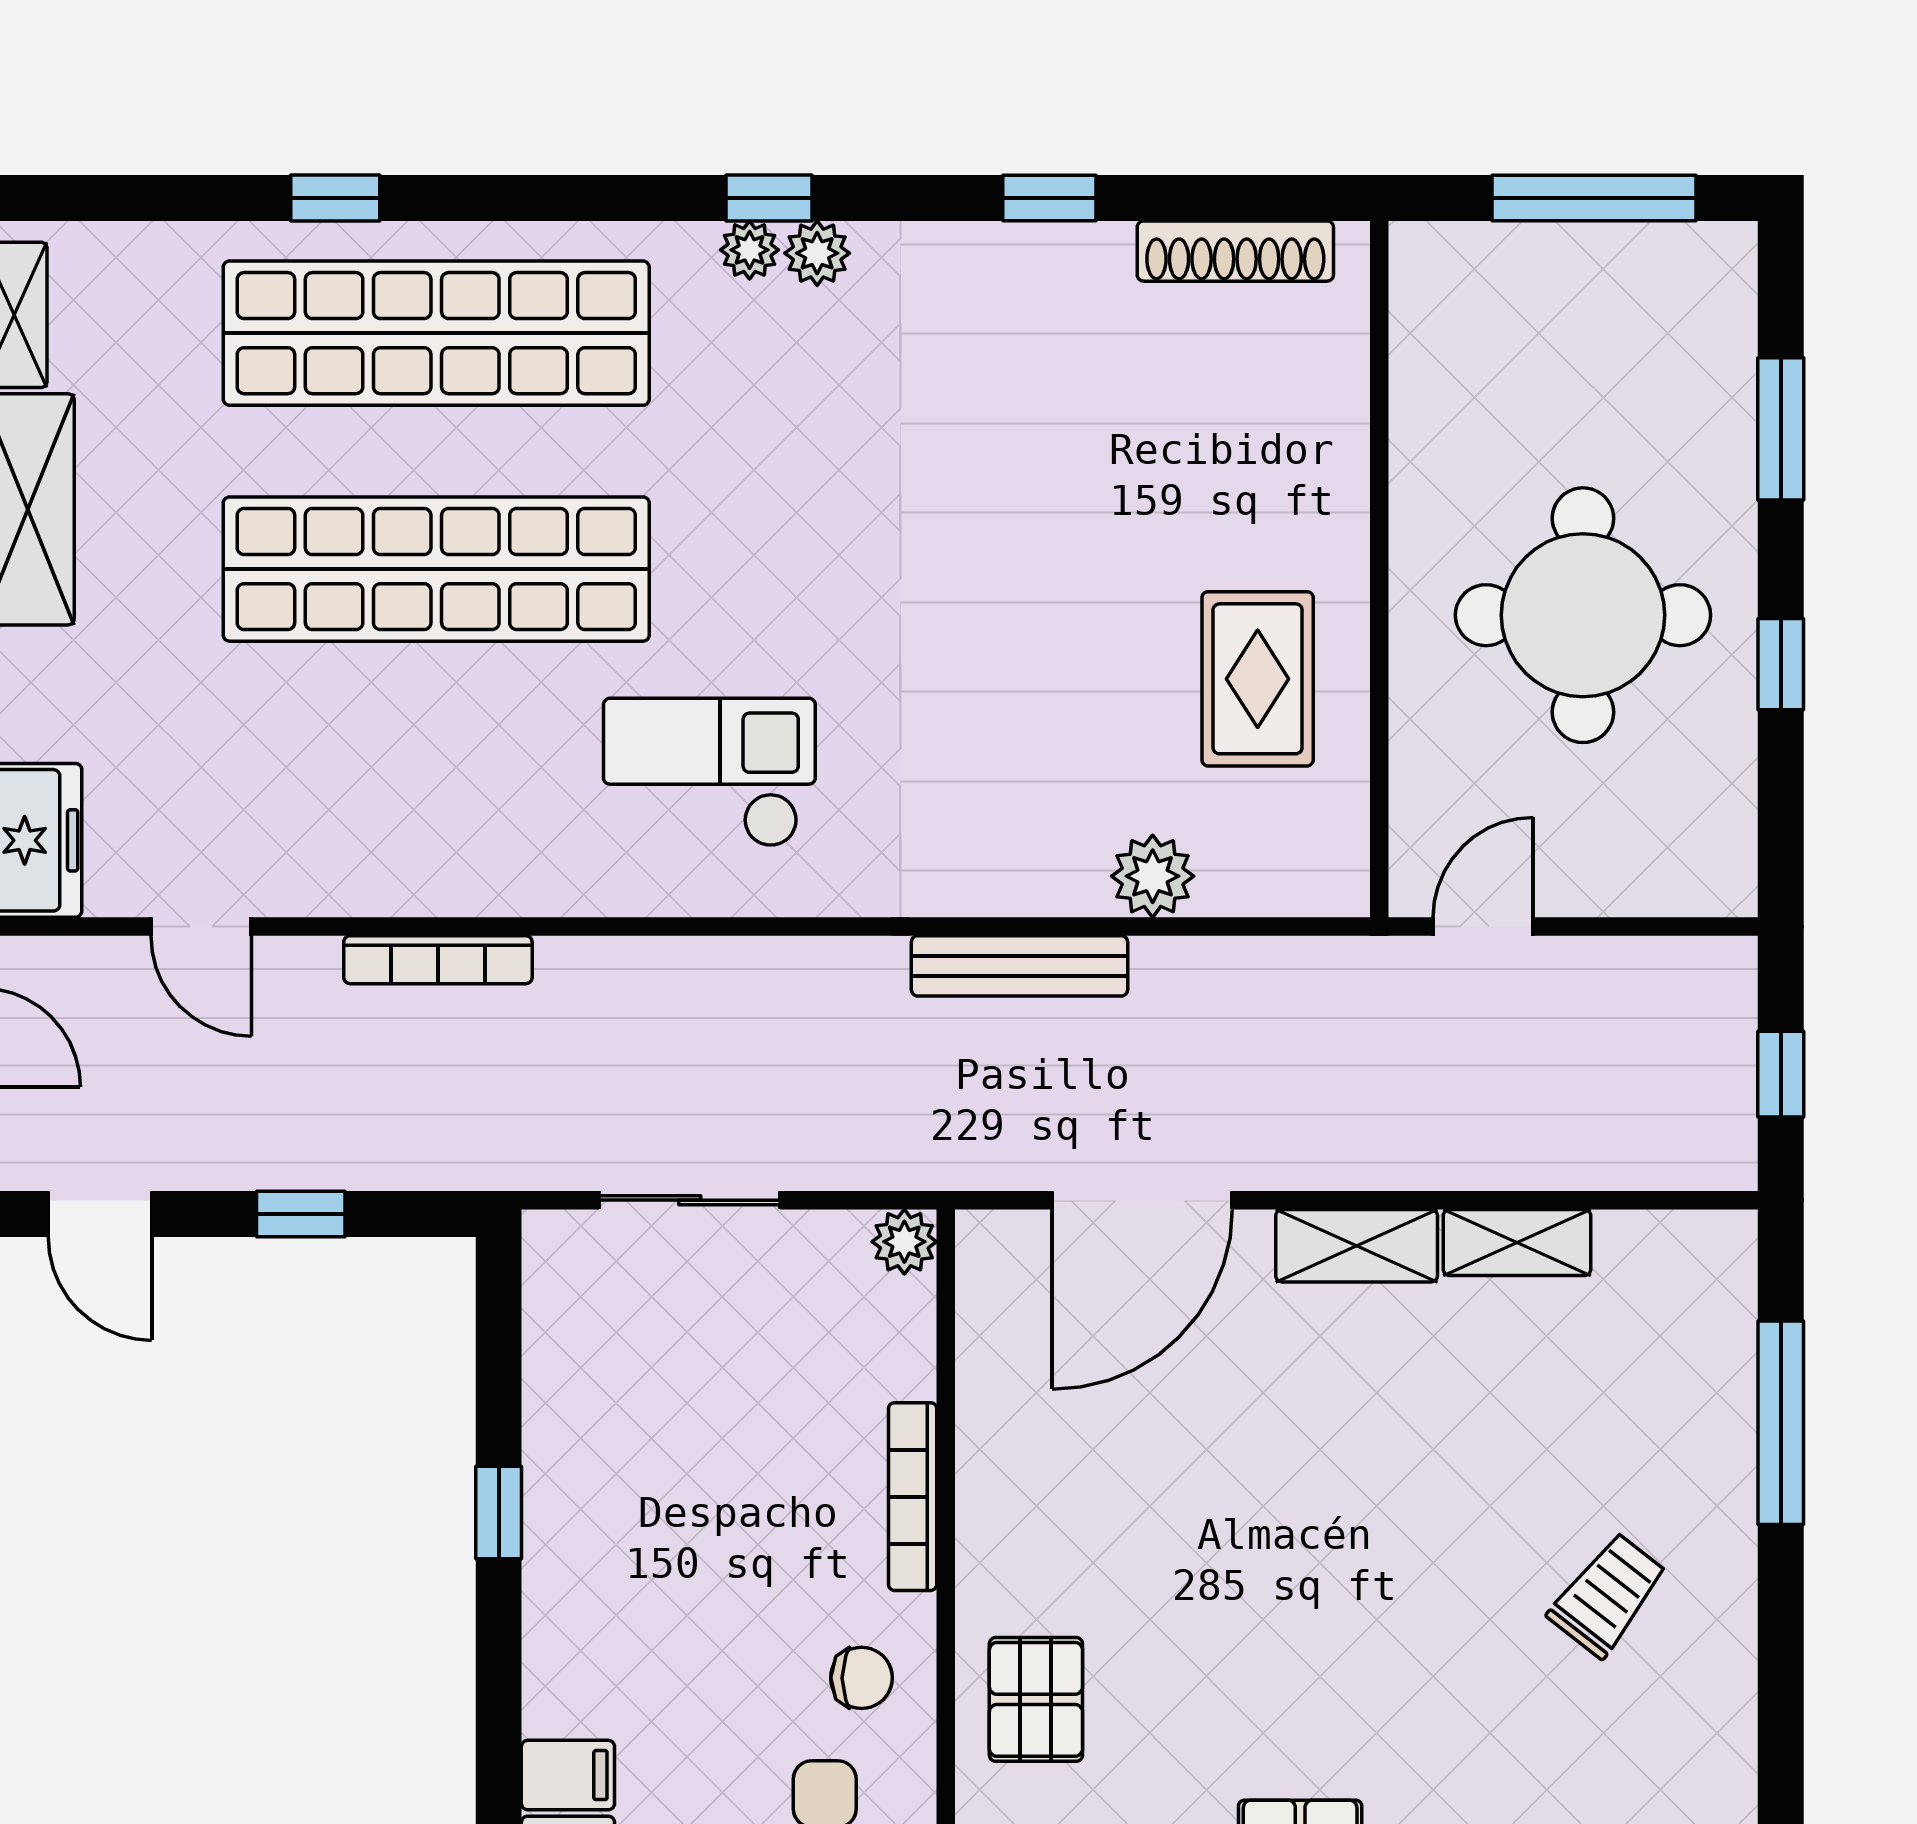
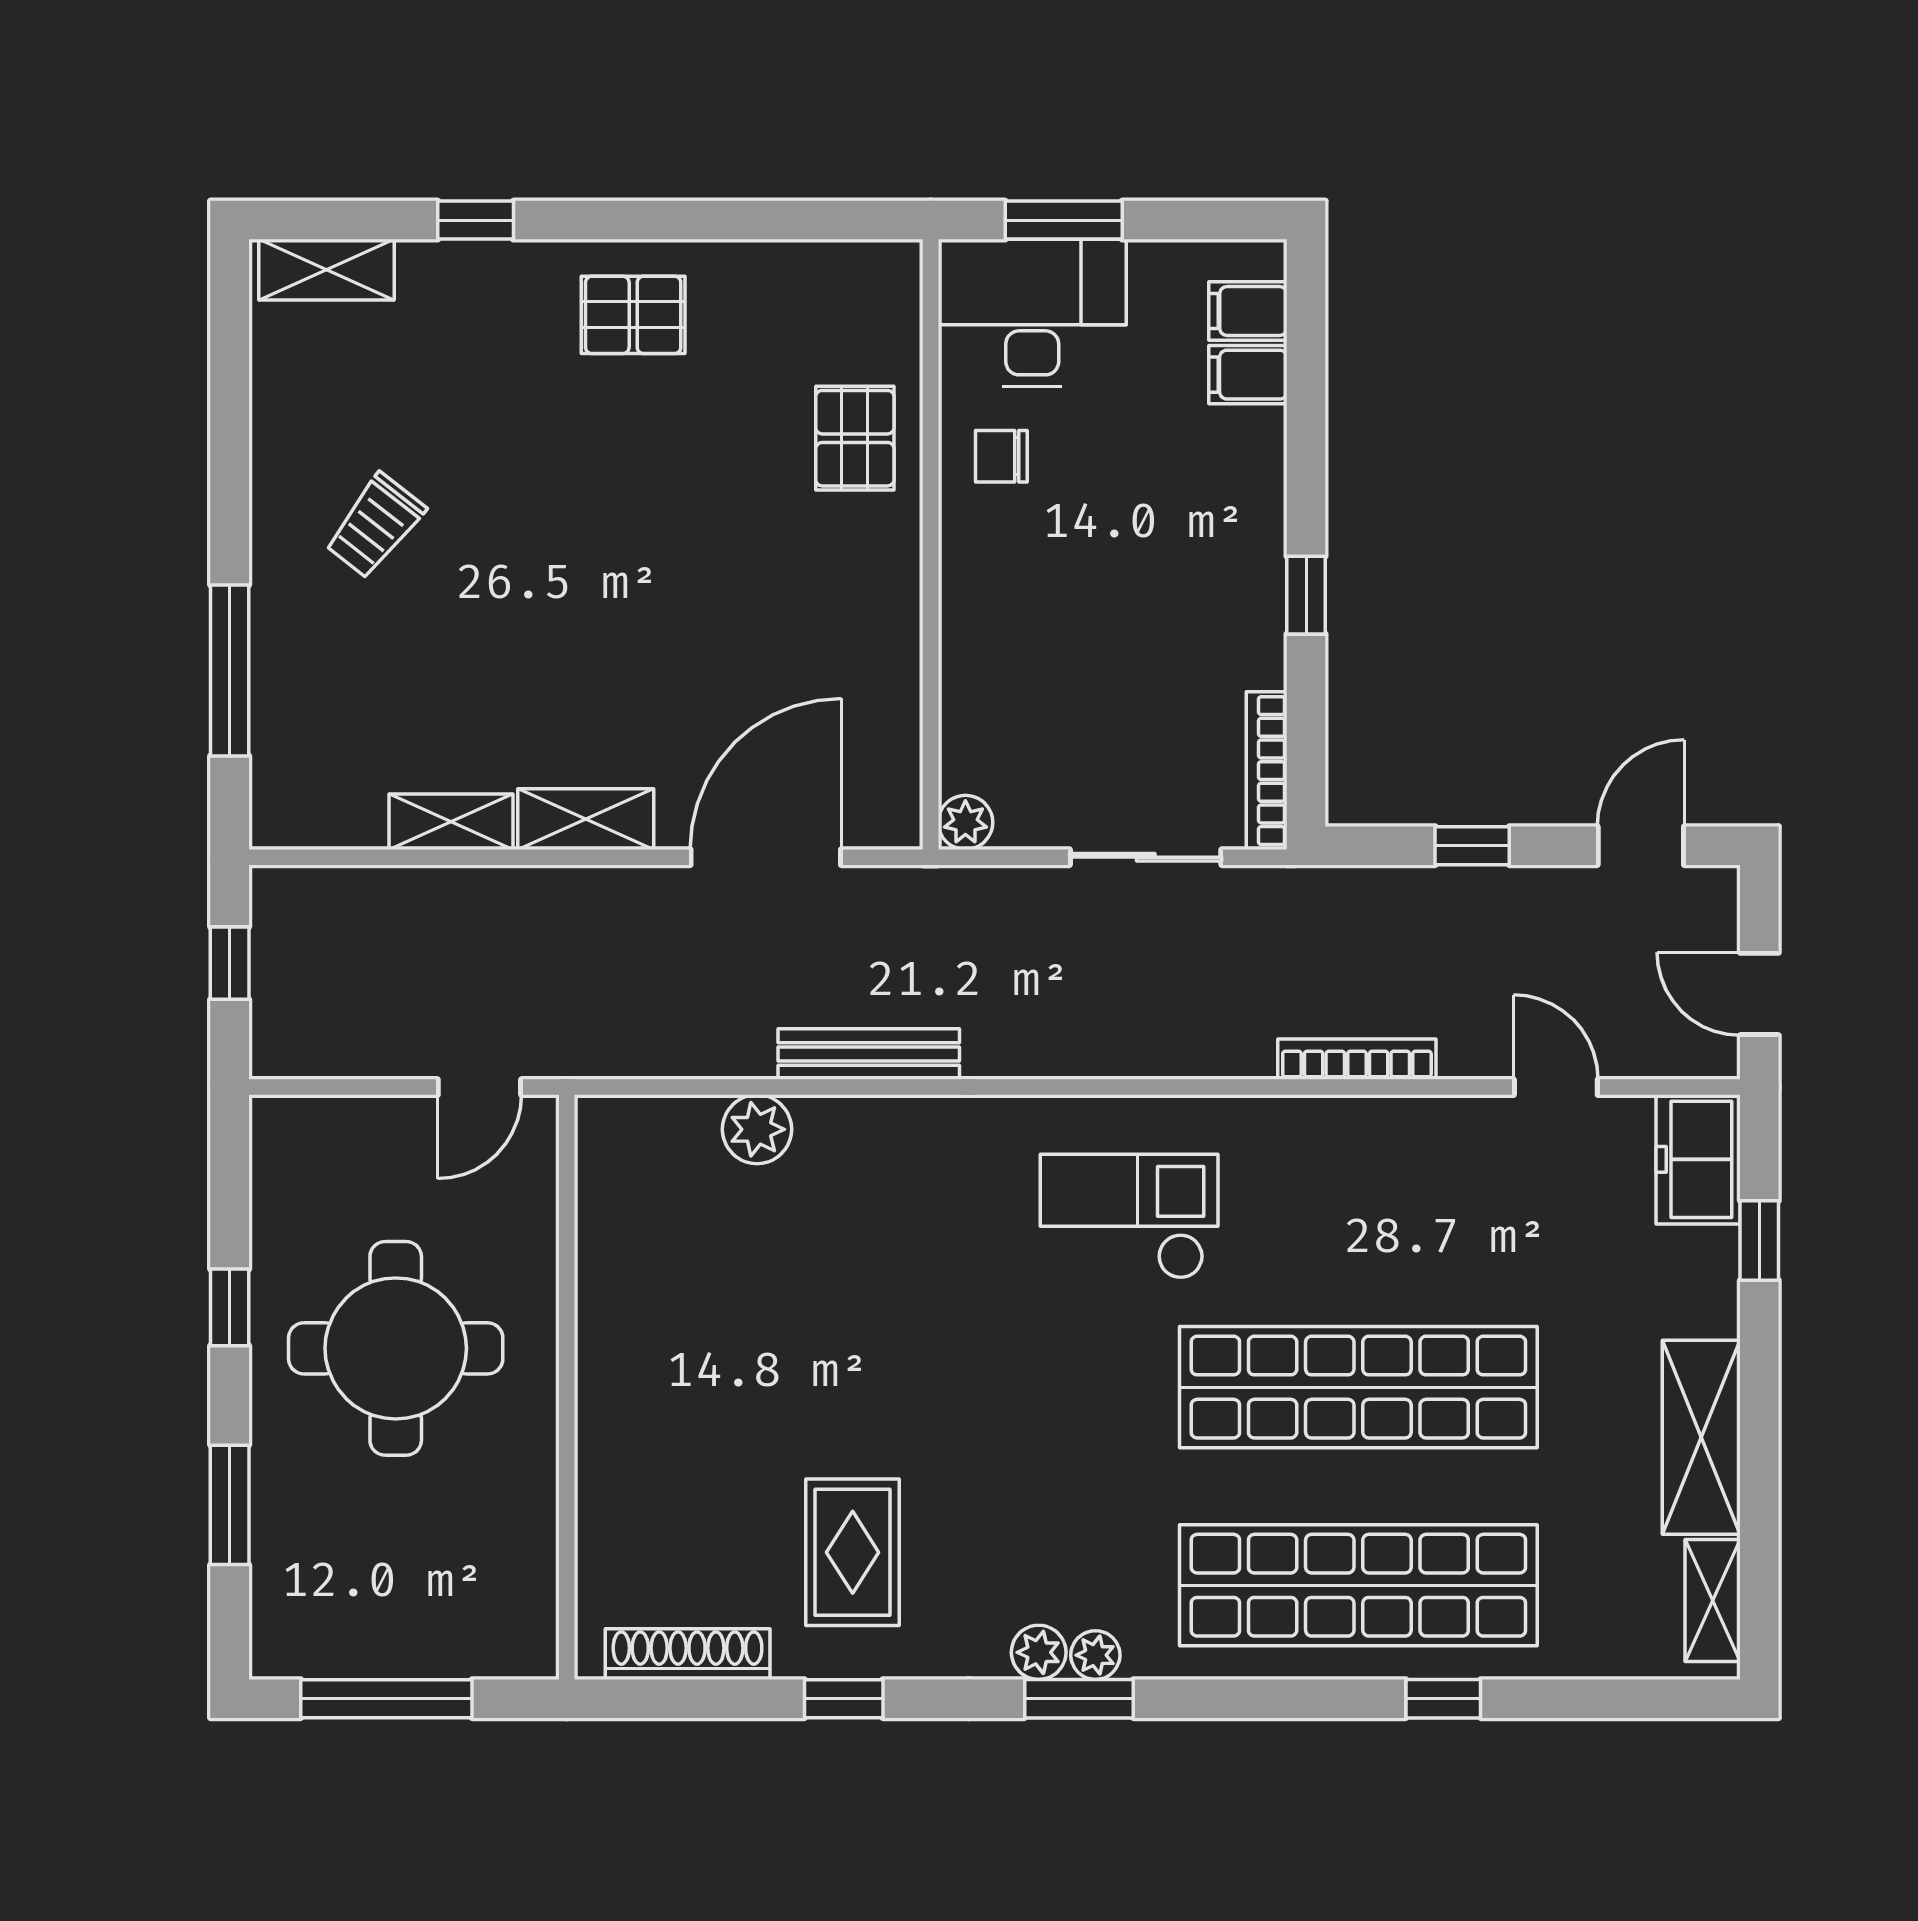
window: (769, 198) -> (1079, 1699), width x1.50
rug: (1258, 679) -> (853, 1552), moved
checkout: (709, 772) -> (1129, 1216), turned 180
door: (100, 1214) -> (1641, 846), hinge flipped
bookcase: (913, 1497) -> (1267, 771), moved, turned 180

